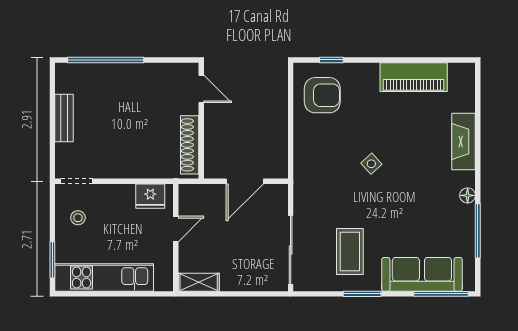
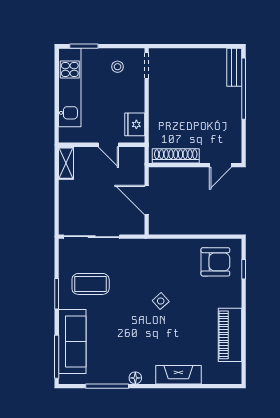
armchair: (322, 95) -> (215, 262), turned -90
bench: (64, 118) -> (234, 67), moved, turned 90

